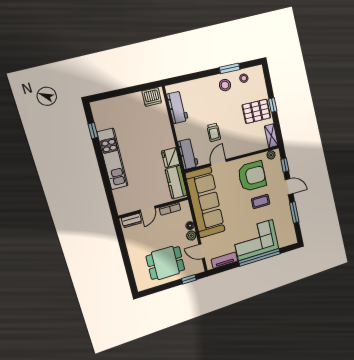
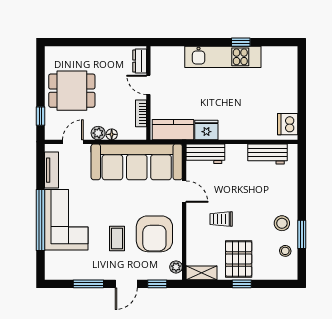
window: (93, 131) -> (241, 42), moved
trolley: (214, 132) -> (221, 219), moved
dining table: (165, 263) -> (72, 91), turned 90

